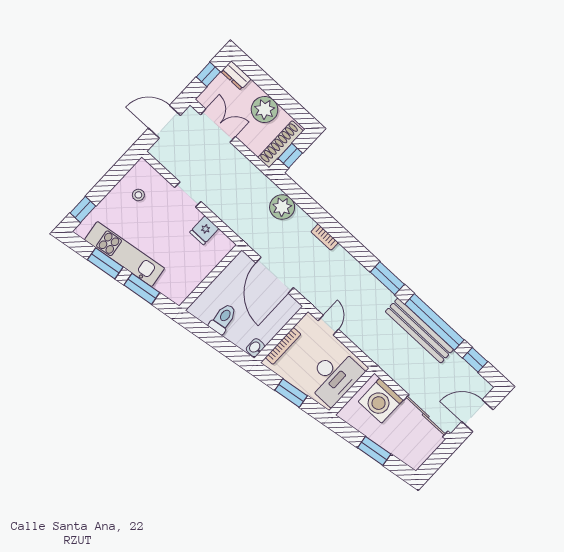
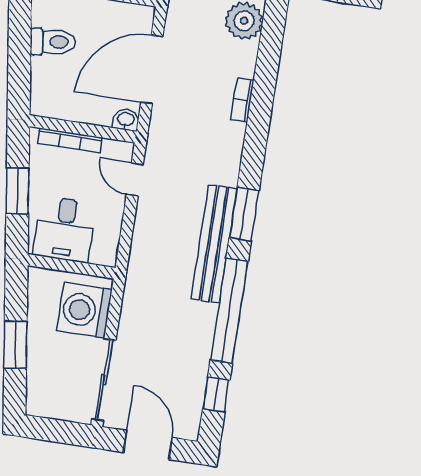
door: (328, 325) -> (135, 180), swing flipped
bench: (419, 331) -> (214, 244), moved
washbasin: (255, 348) -> (126, 120), moved
desk: (334, 376) -> (65, 229), width x0.73

